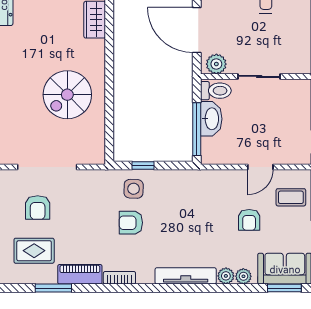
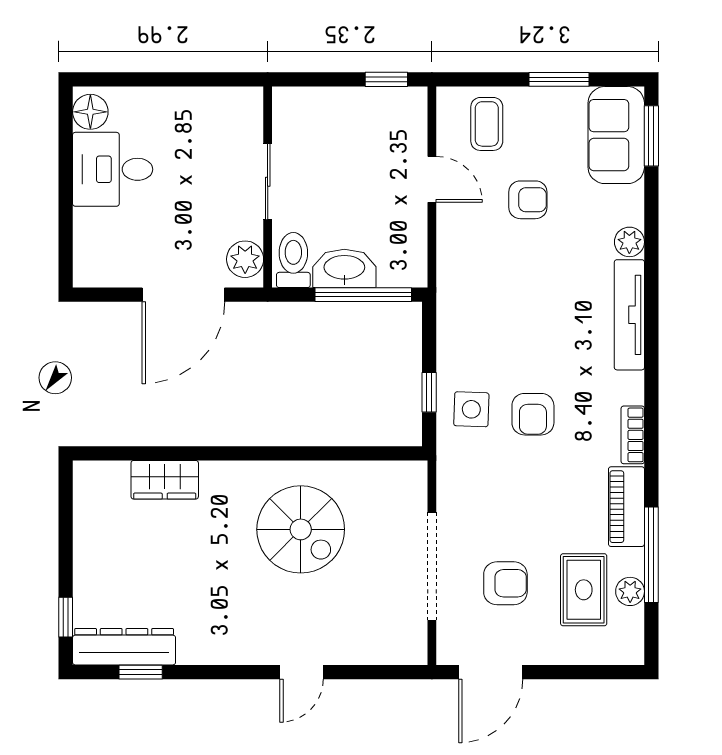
plant: (243, 276) -> (630, 591), moved
window: (53, 288) -> (651, 555), width x1.44

